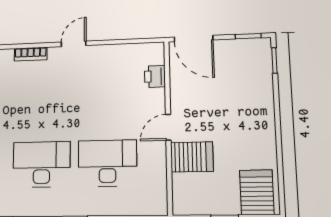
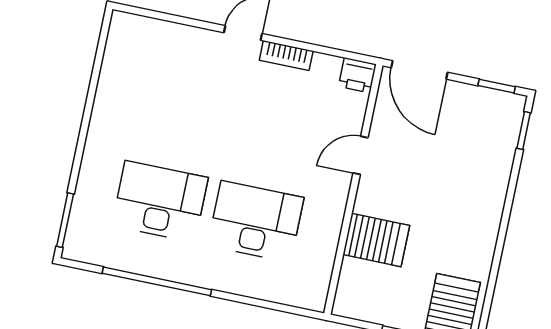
bookcase: (31, 54) -> (286, 56), moved
printer: (155, 76) -> (357, 75), moved, turned -90
door: (168, 127) -> (360, 155), moved

